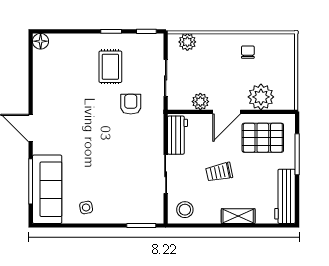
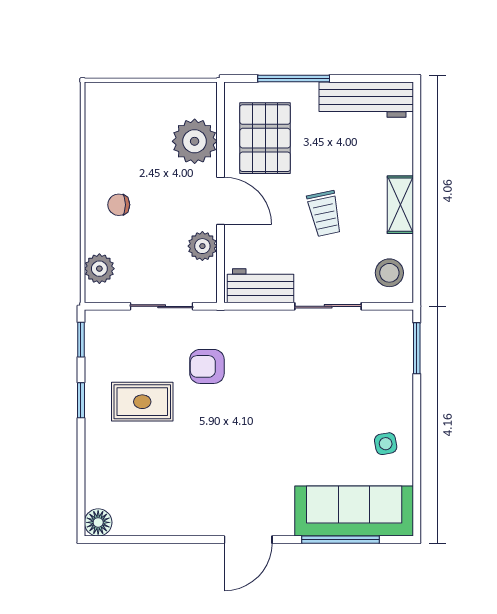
chair: (248, 52) -> (119, 205), moved
shelving: (238, 216) -> (400, 205), moved

